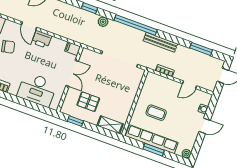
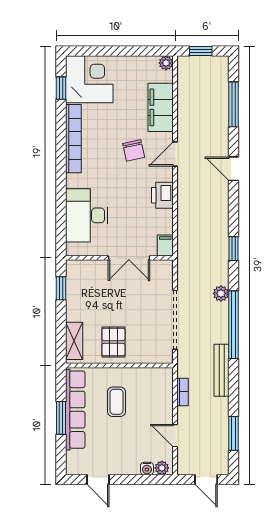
plant: (103, 22) -> (221, 293), moved
door: (29, 26) -> (175, 154), moved
pallet: (88, 102) -> (113, 342), moved
door: (205, 126) -> (98, 480), moved
plant: (186, 154) -> (162, 468), moved

